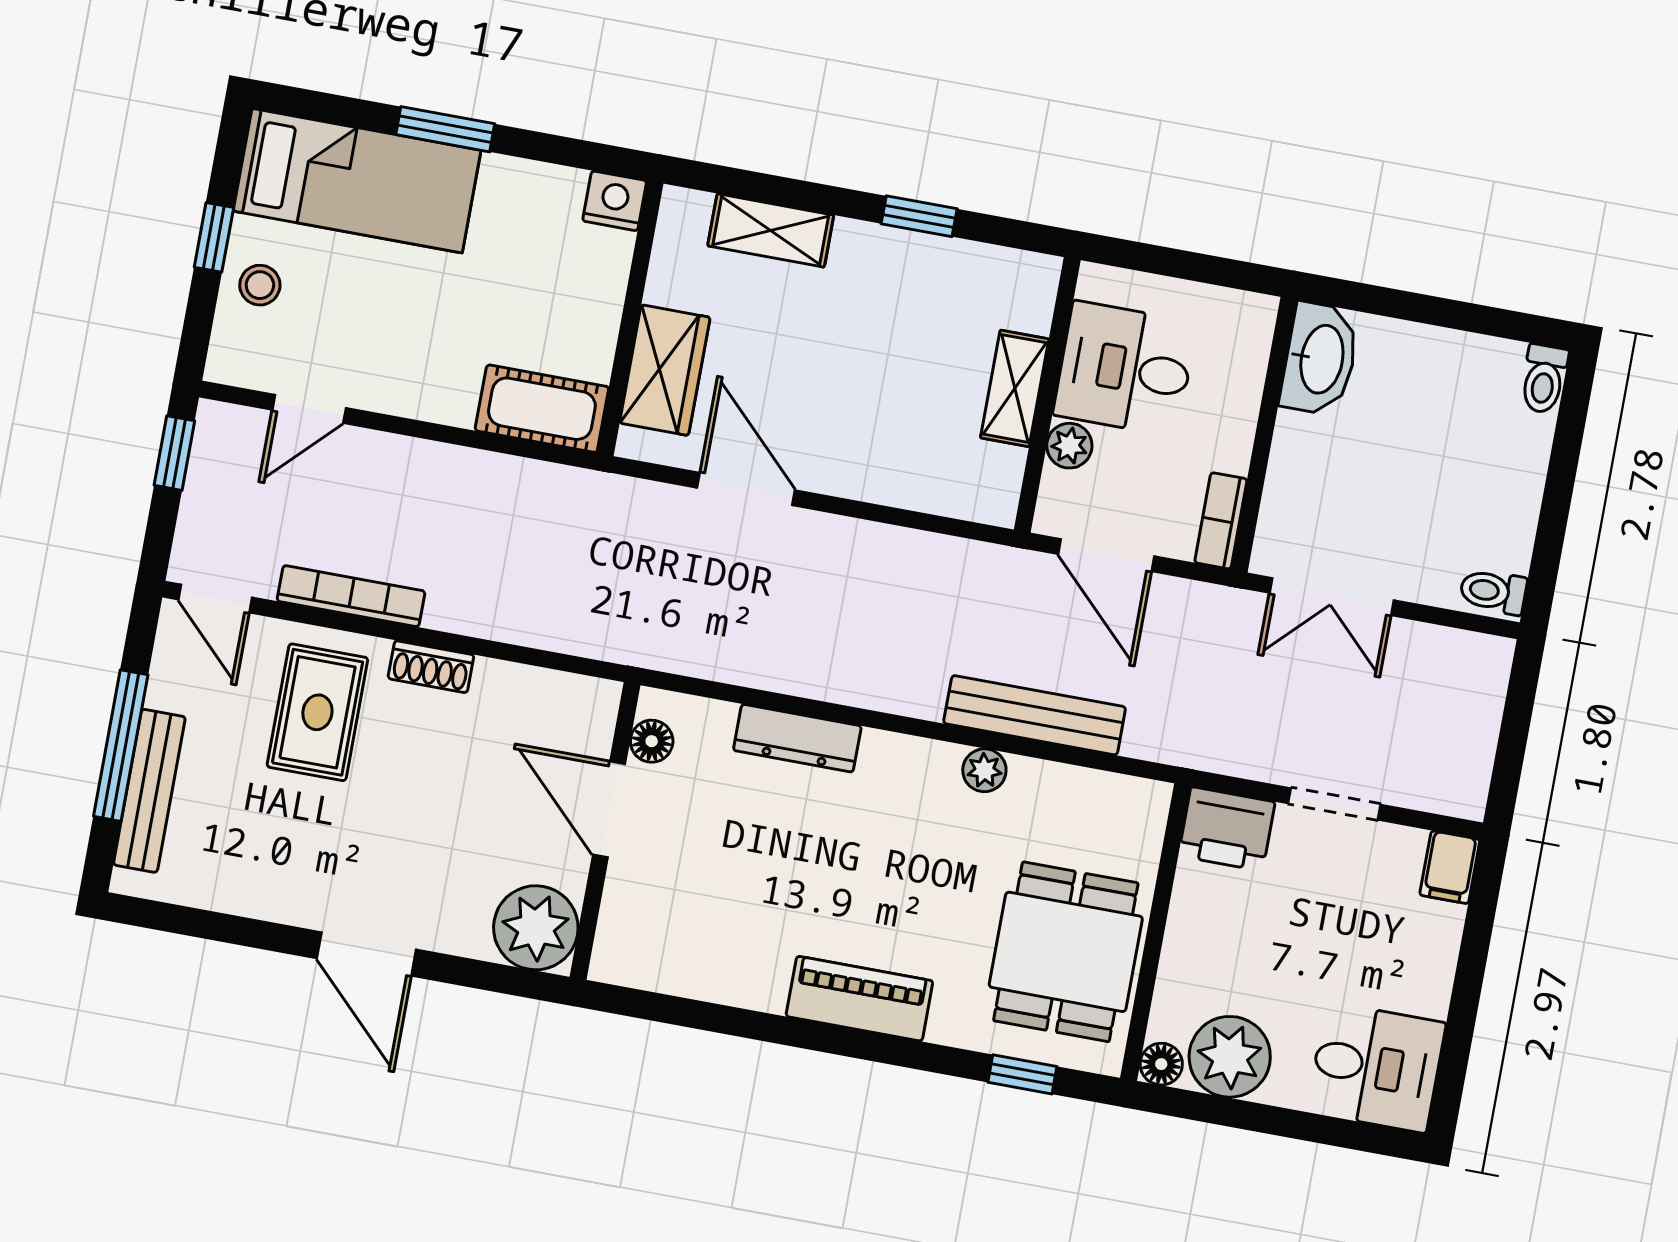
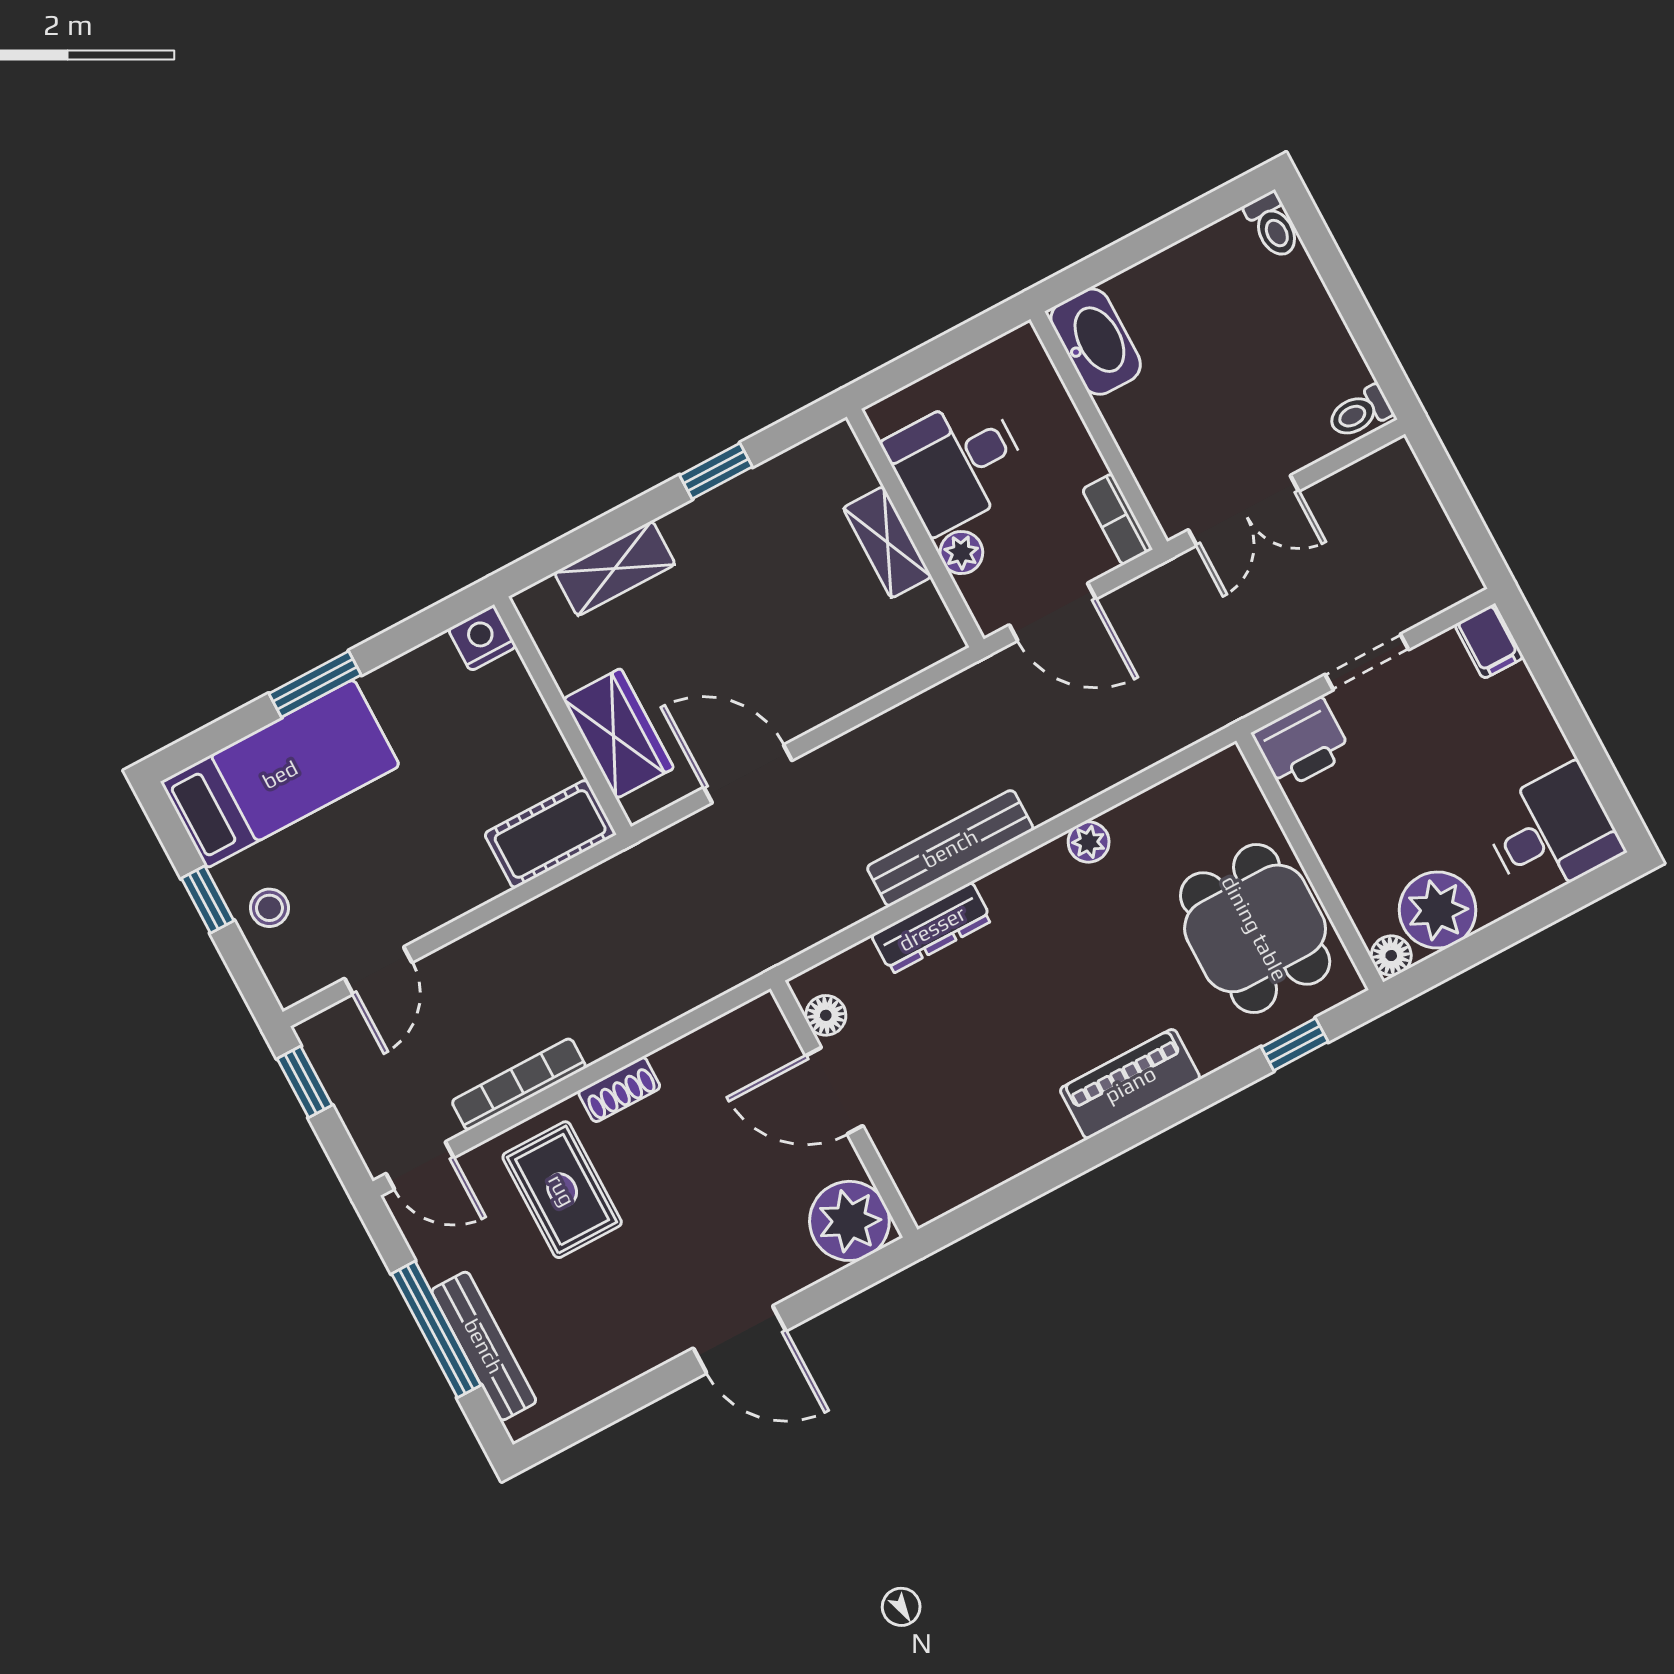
bench: (1035, 715) -> (950, 848), moved

